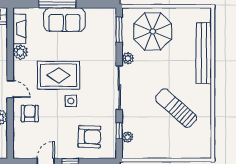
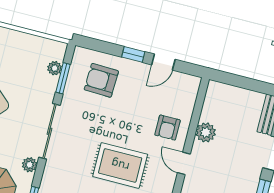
side table: (71, 101) -> (113, 130), removed
window: (119, 131) -> (63, 78), width x1.50

